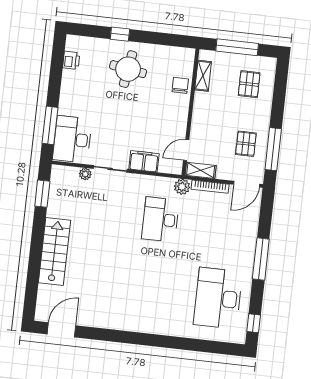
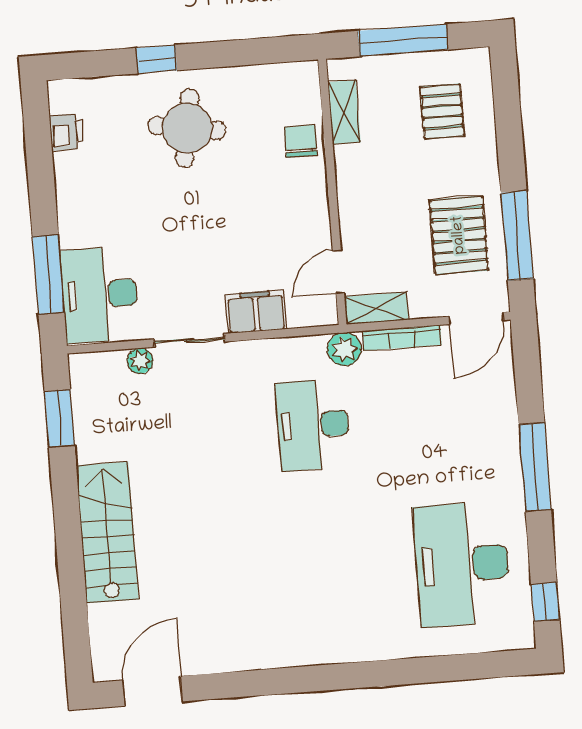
pallet: (246, 144) -> (459, 235), width x1.50, depth x1.42

